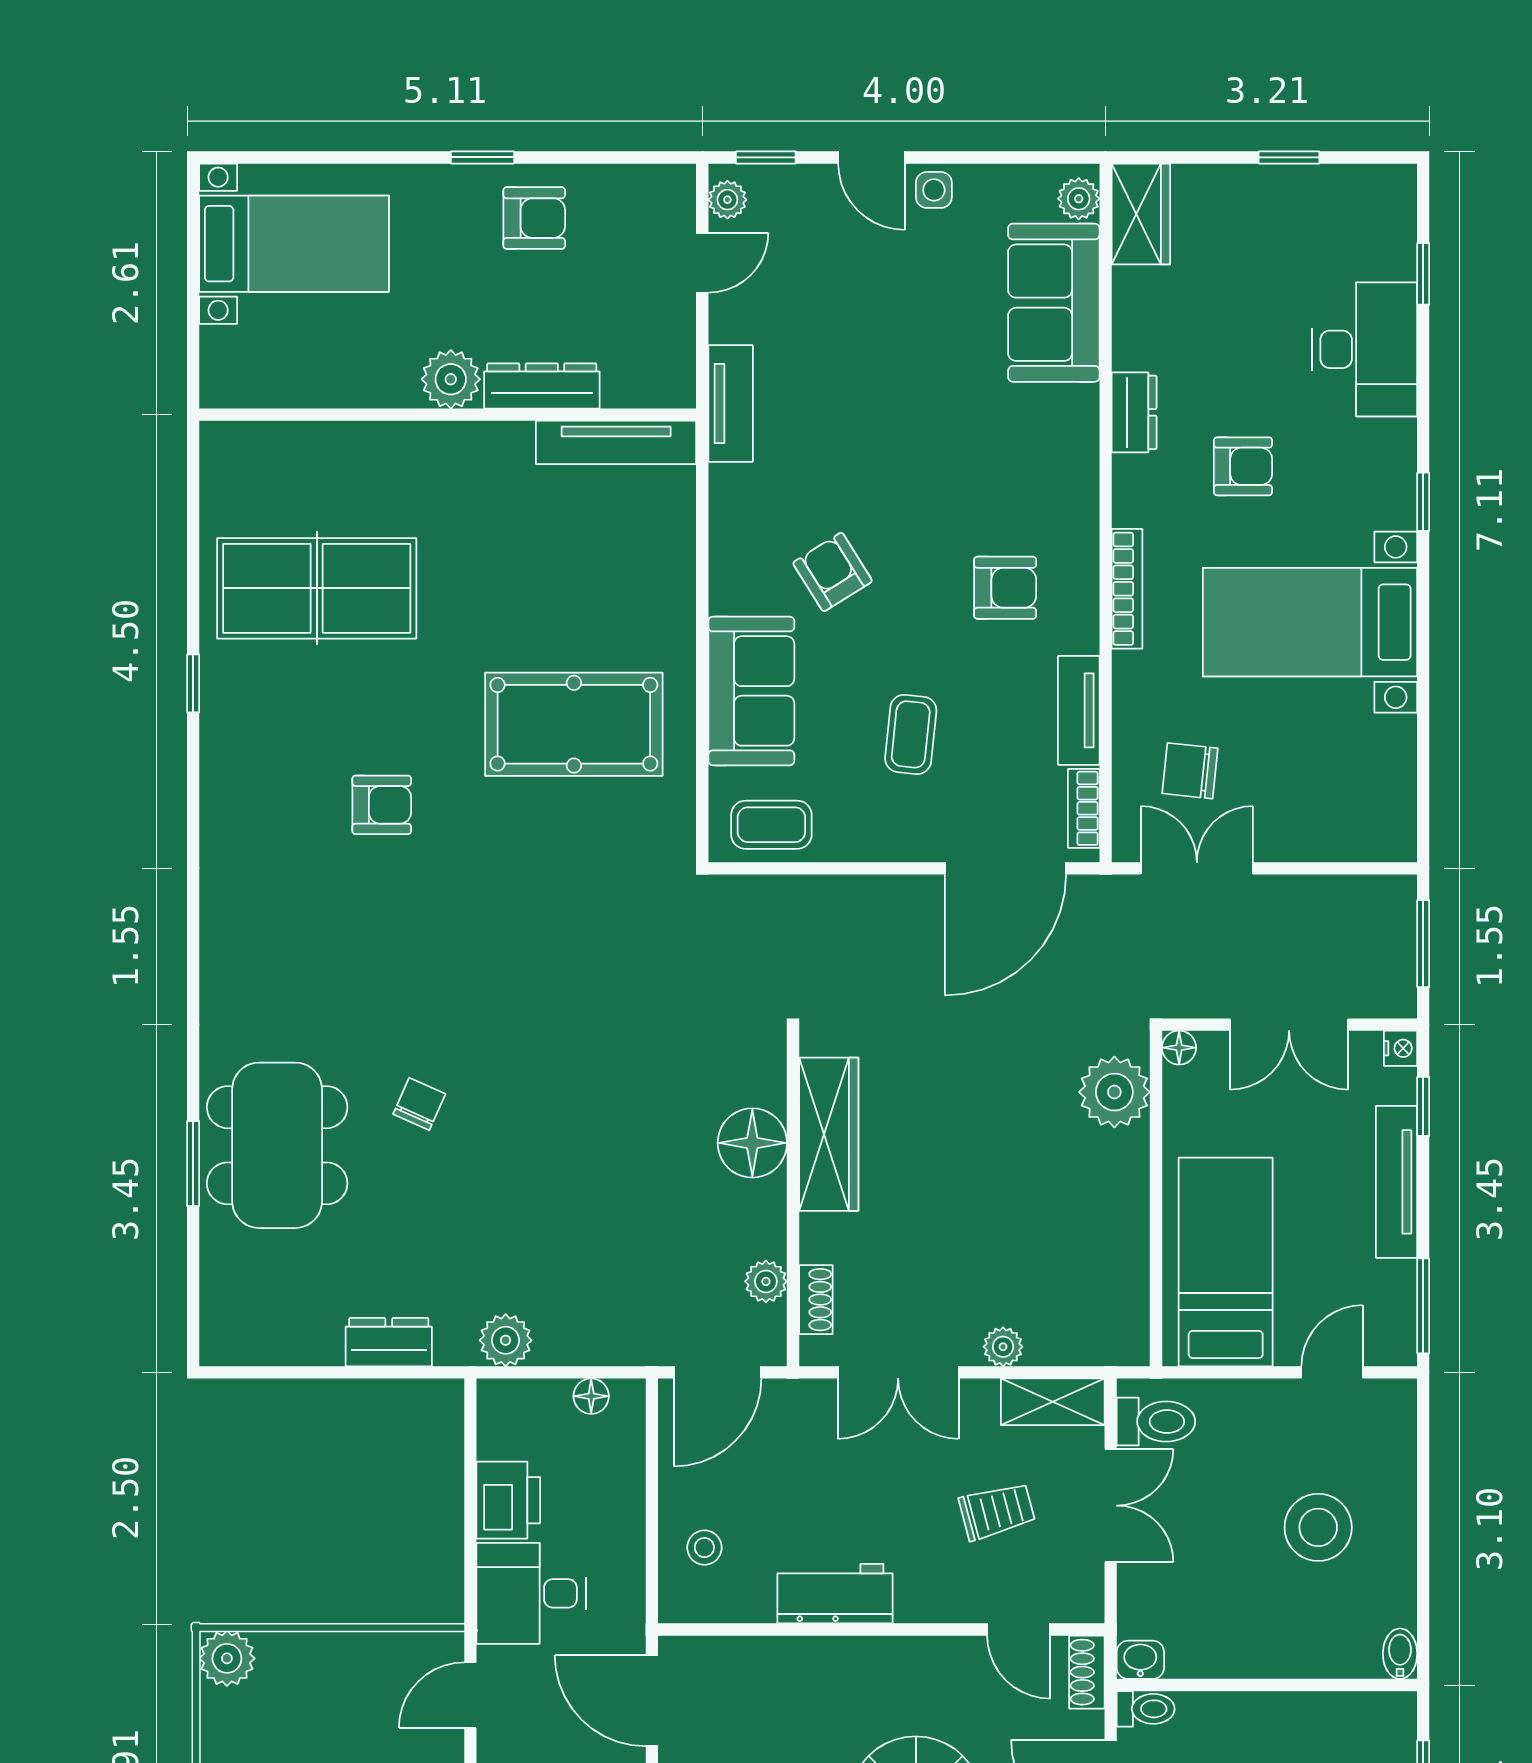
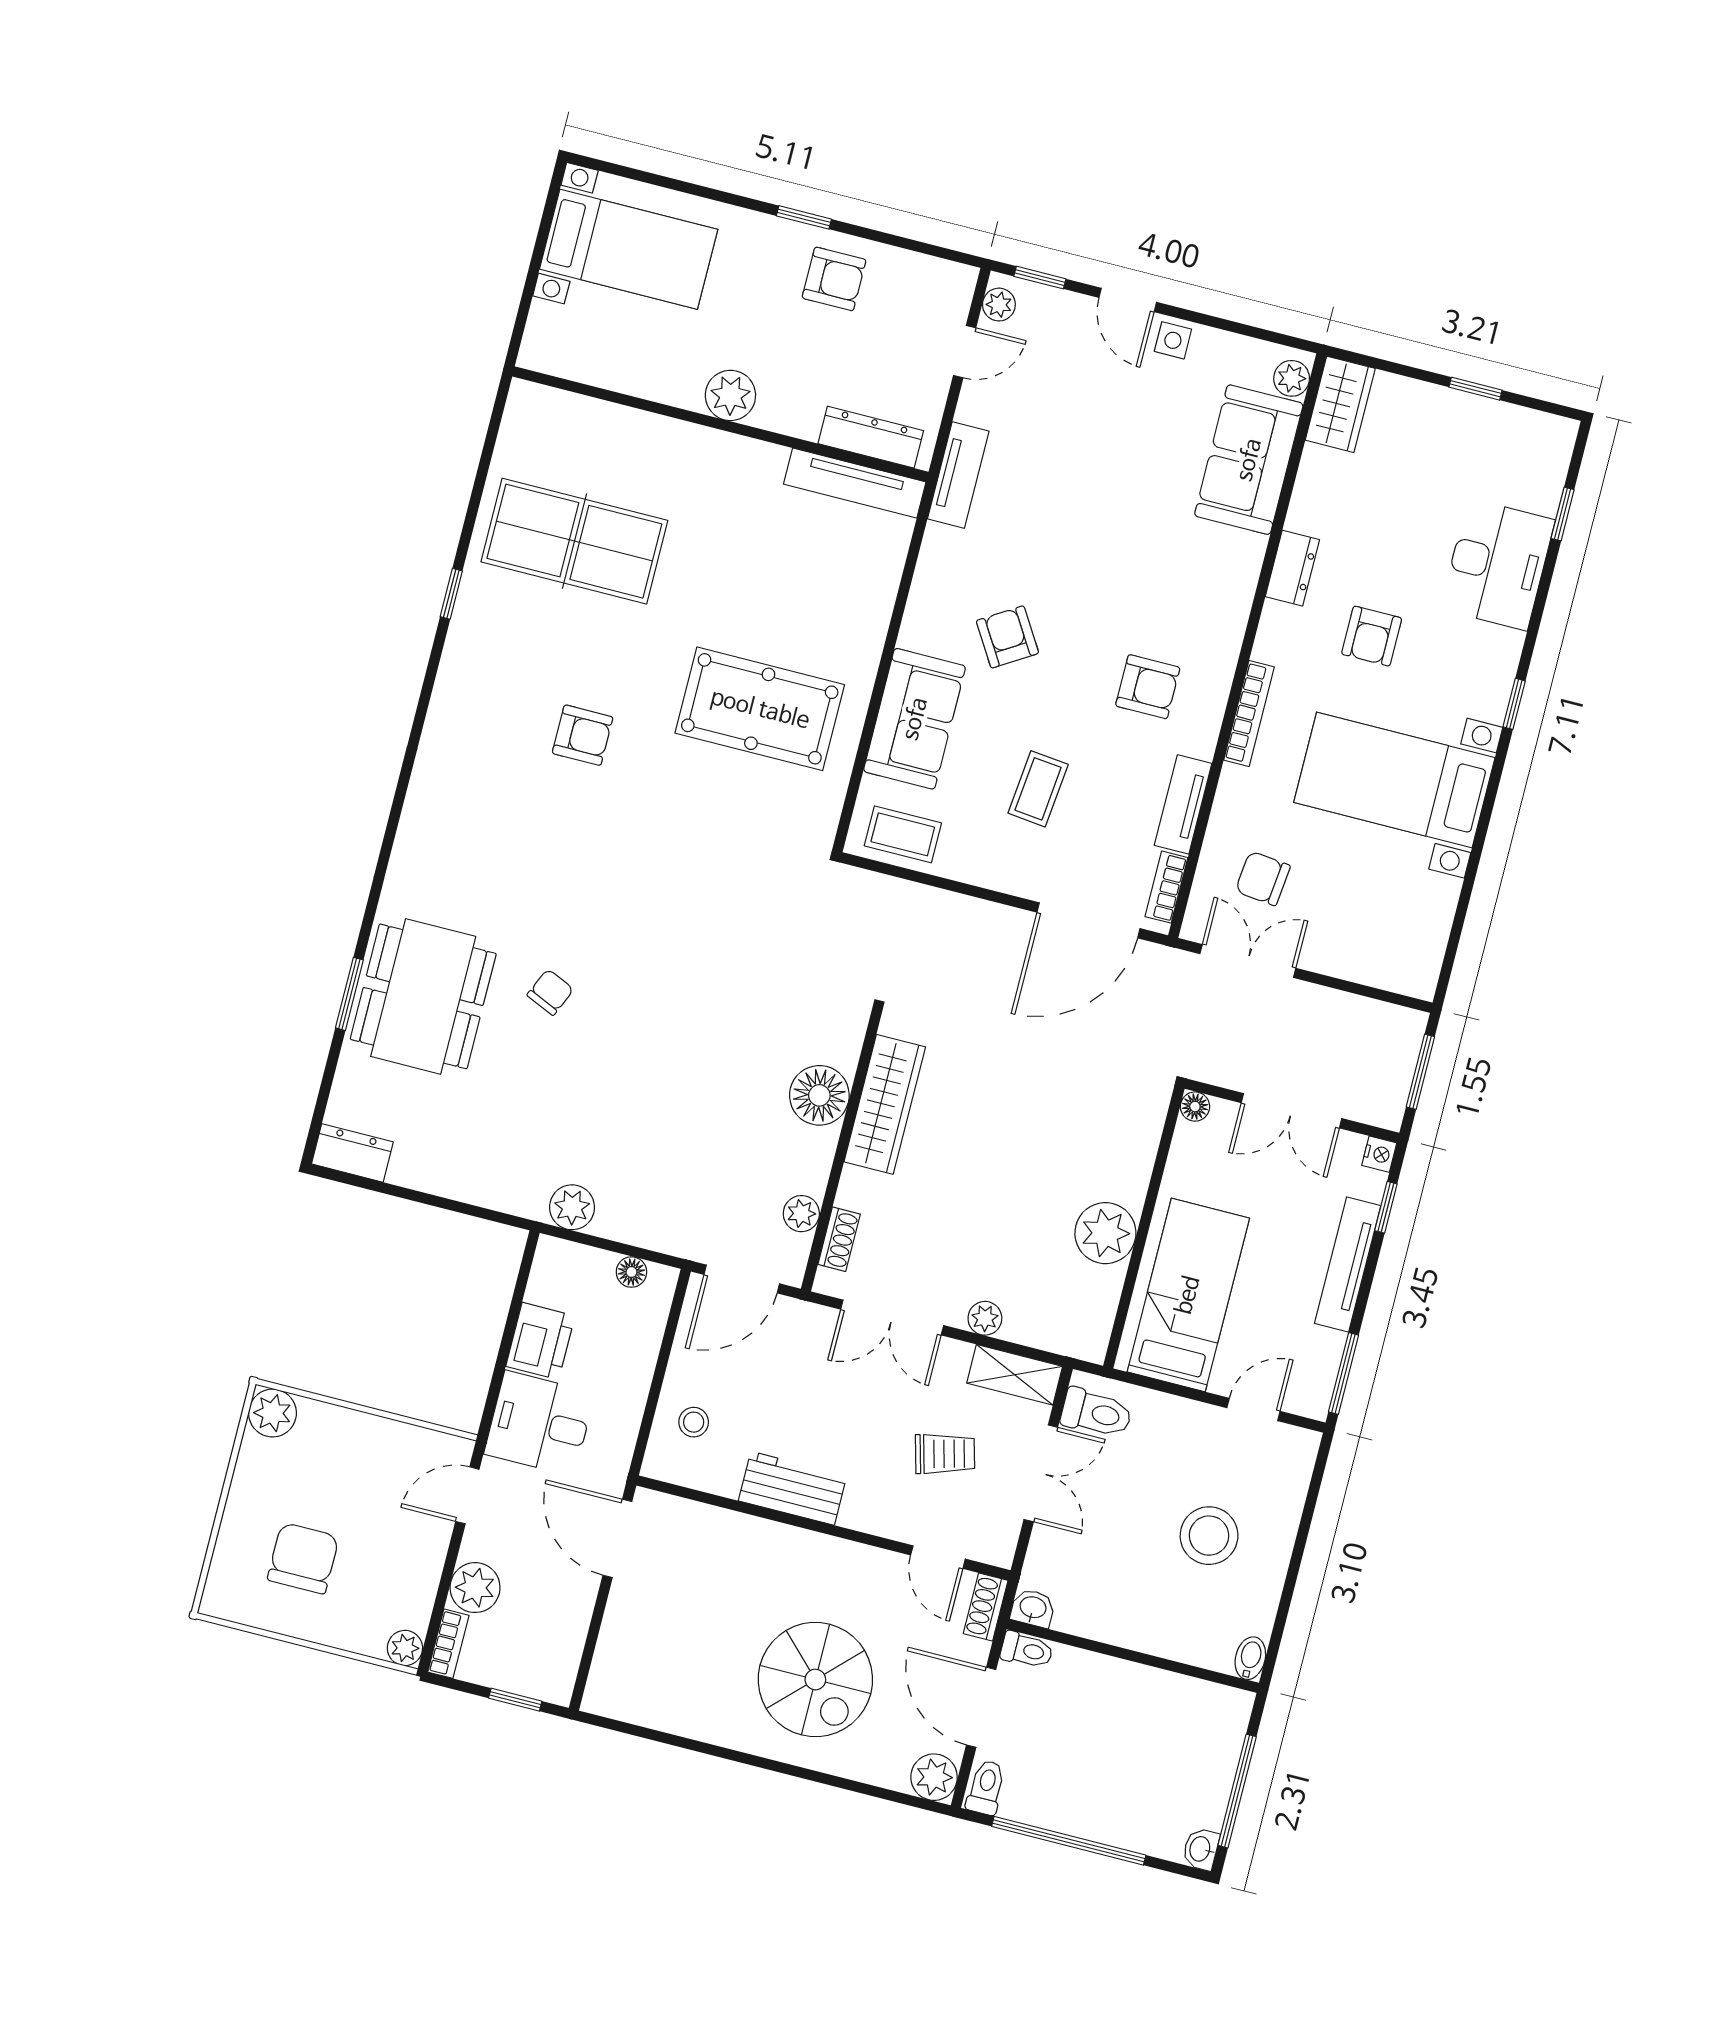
dresser: (542, 386) -> (871, 437), moved
armchair: (1243, 466) -> (1372, 636), turned 90
plant: (1114, 1092) -> (1105, 1233), moved
dresser: (389, 1342) -> (352, 1153), moved

